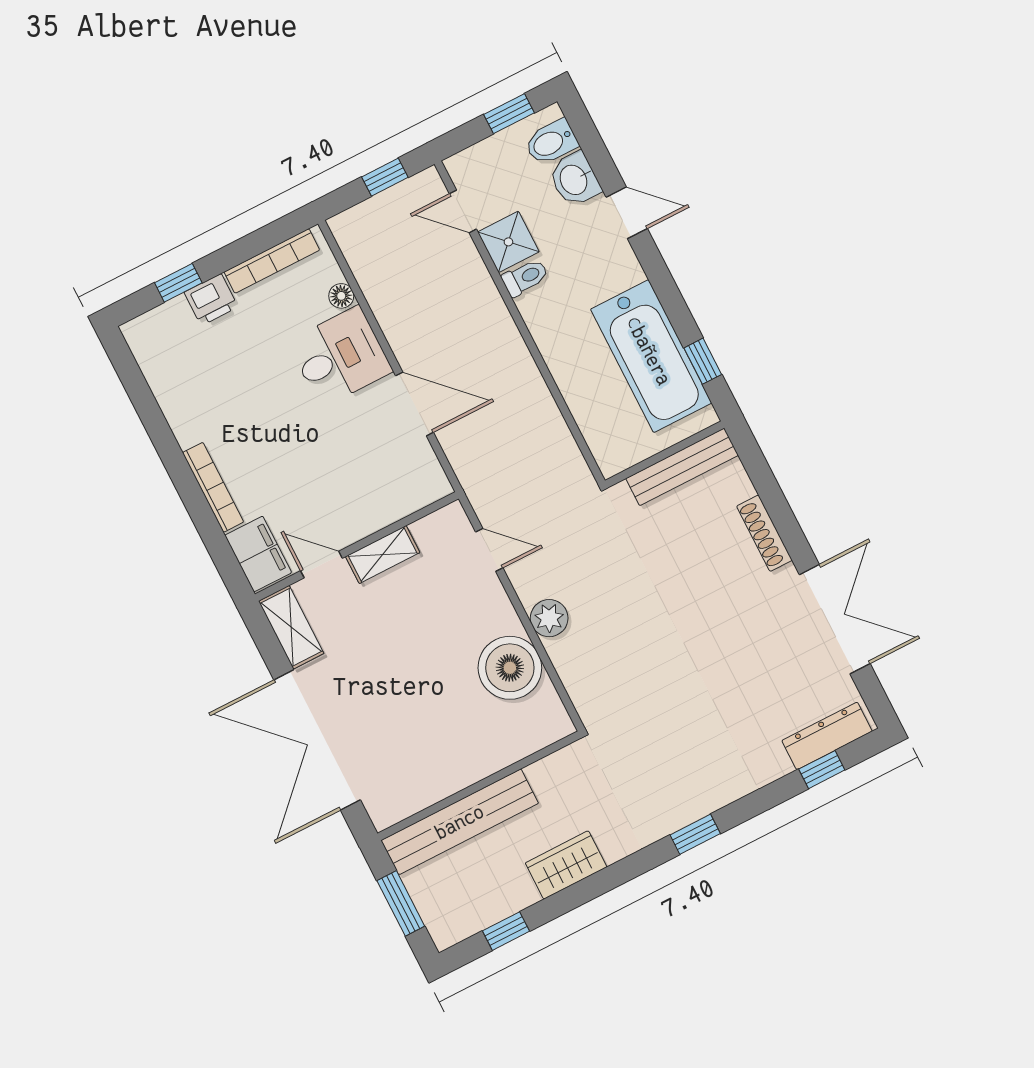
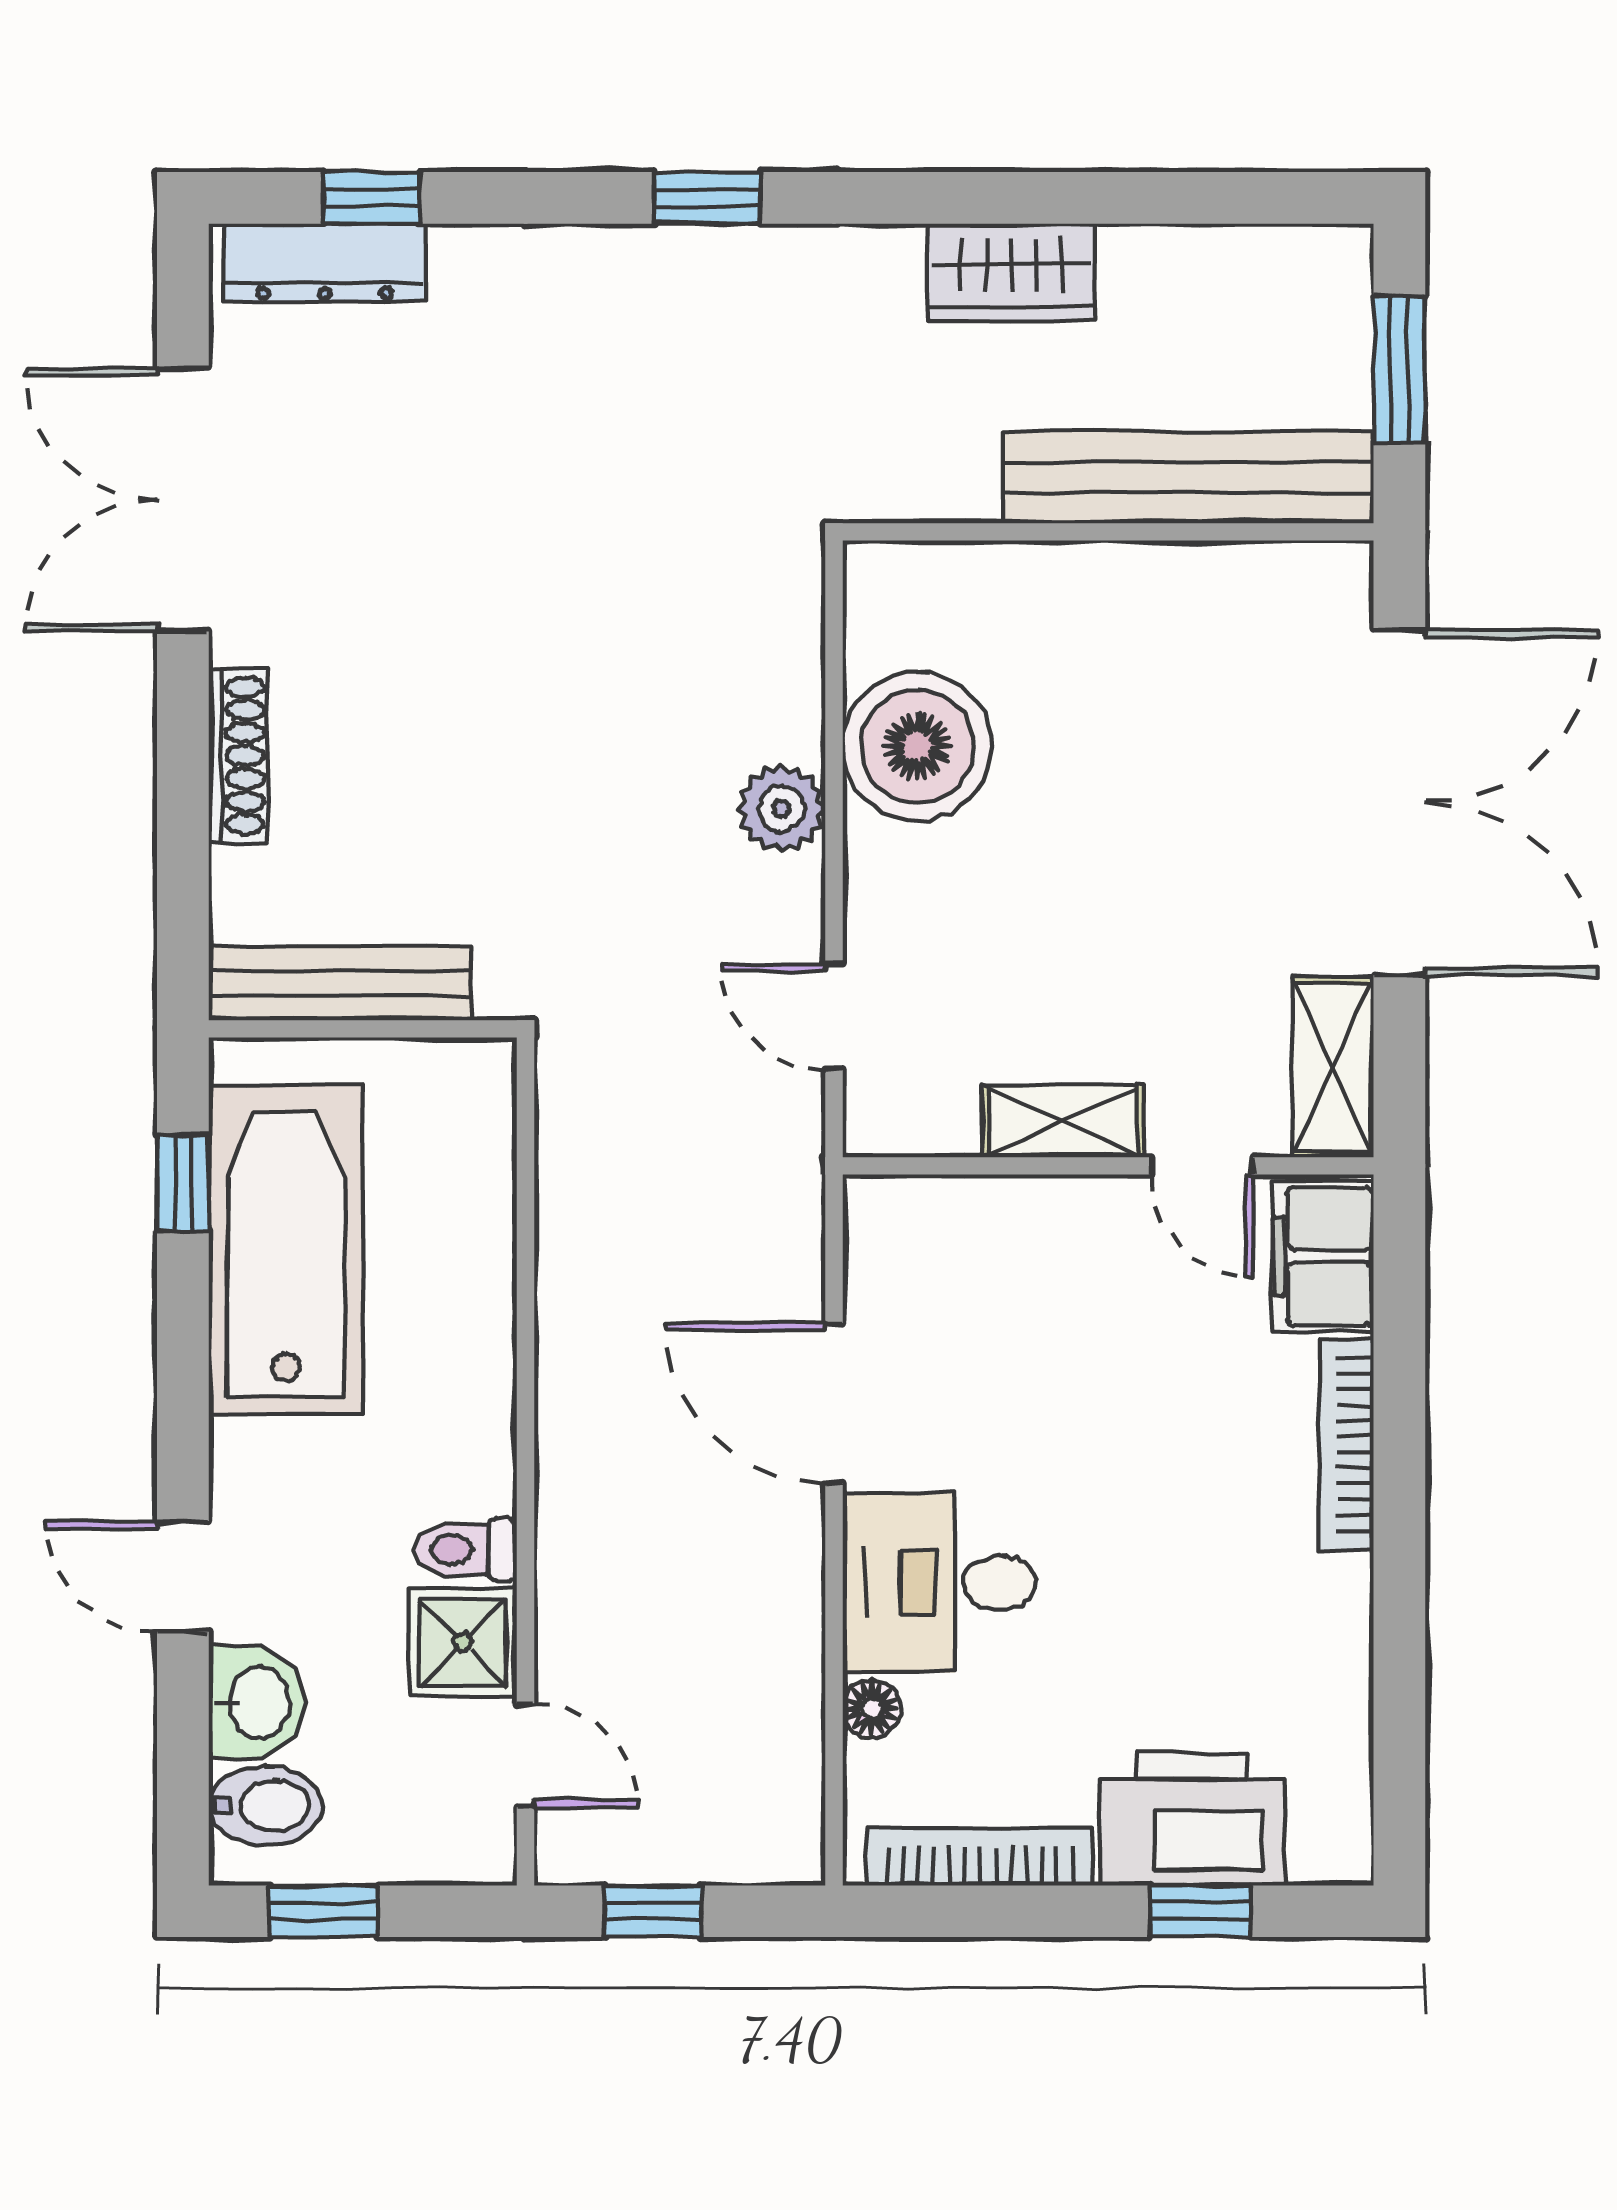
printer: (211, 300) -> (1192, 1819), width x1.87, depth x1.48
window: (506, 931) -> (1208, 198), removed

